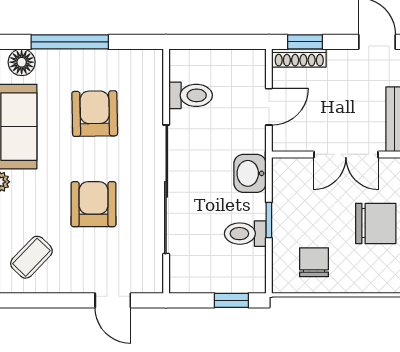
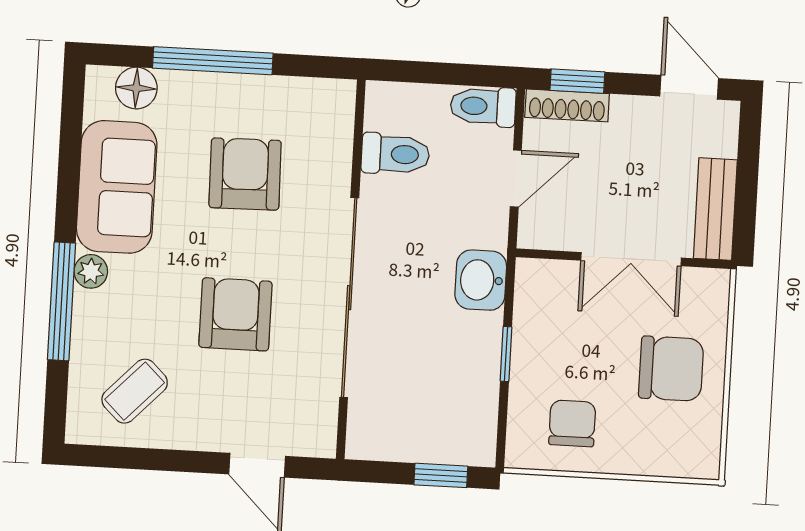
toilet: (245, 234) -> (483, 106), moved

